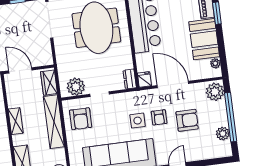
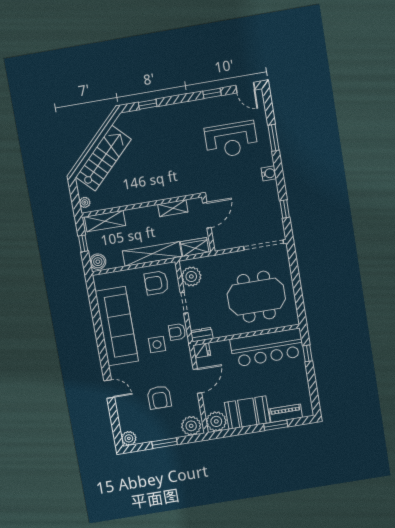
plant: (215, 63) -> (216, 421), width x1.88, depth x1.88
door: (173, 84) -> (197, 381), width x0.73
armchair: (159, 117) -> (177, 332), moved
window: (231, 117) -> (165, 443), width x0.47
shelving: (16, 121) -> (173, 208), moved
plant: (223, 134) -> (129, 438), moved

